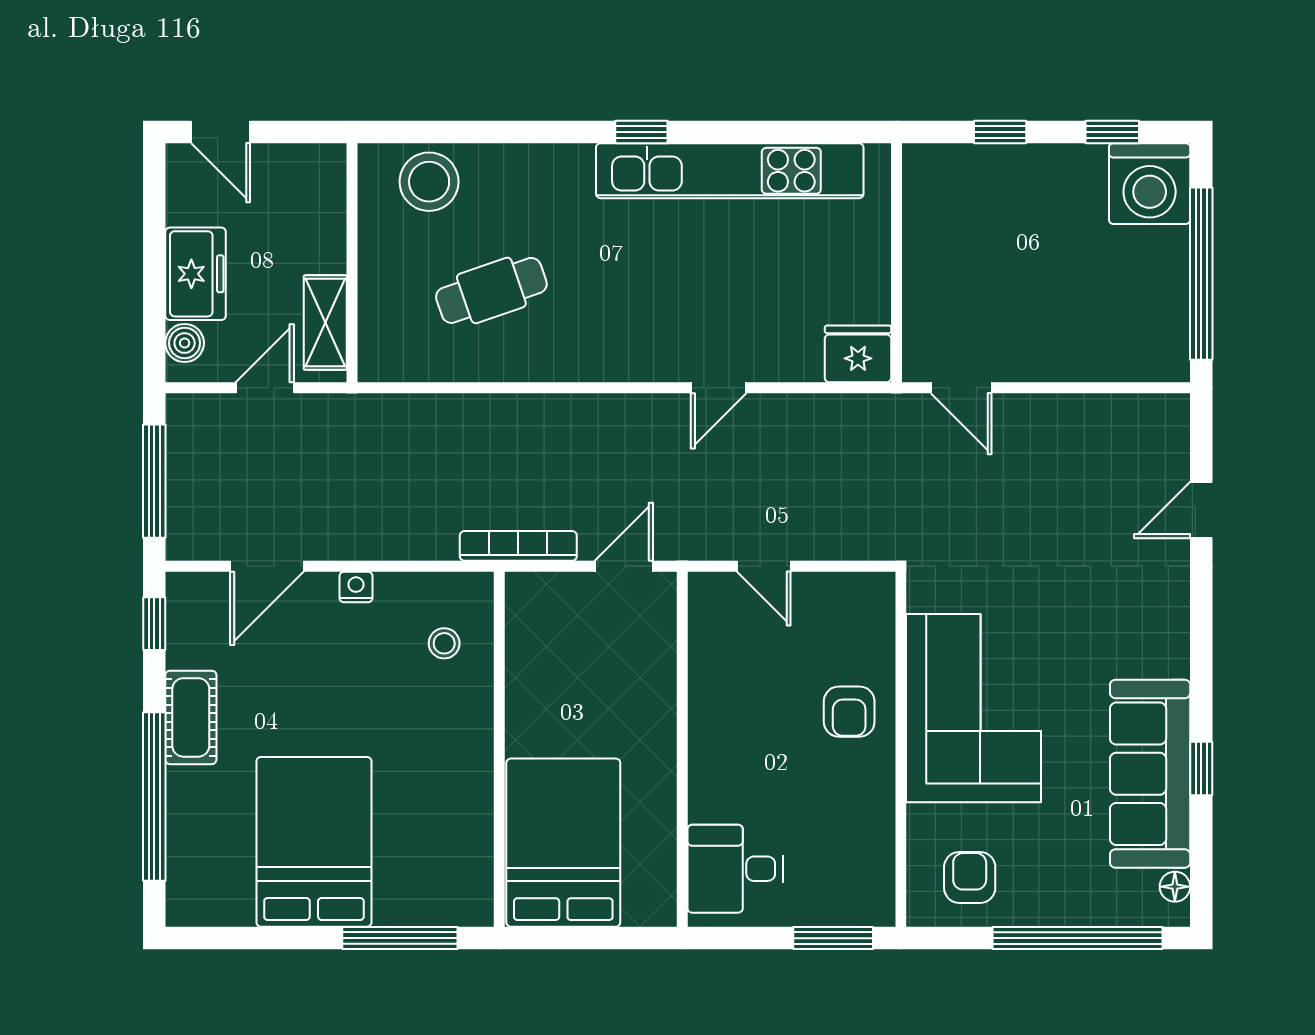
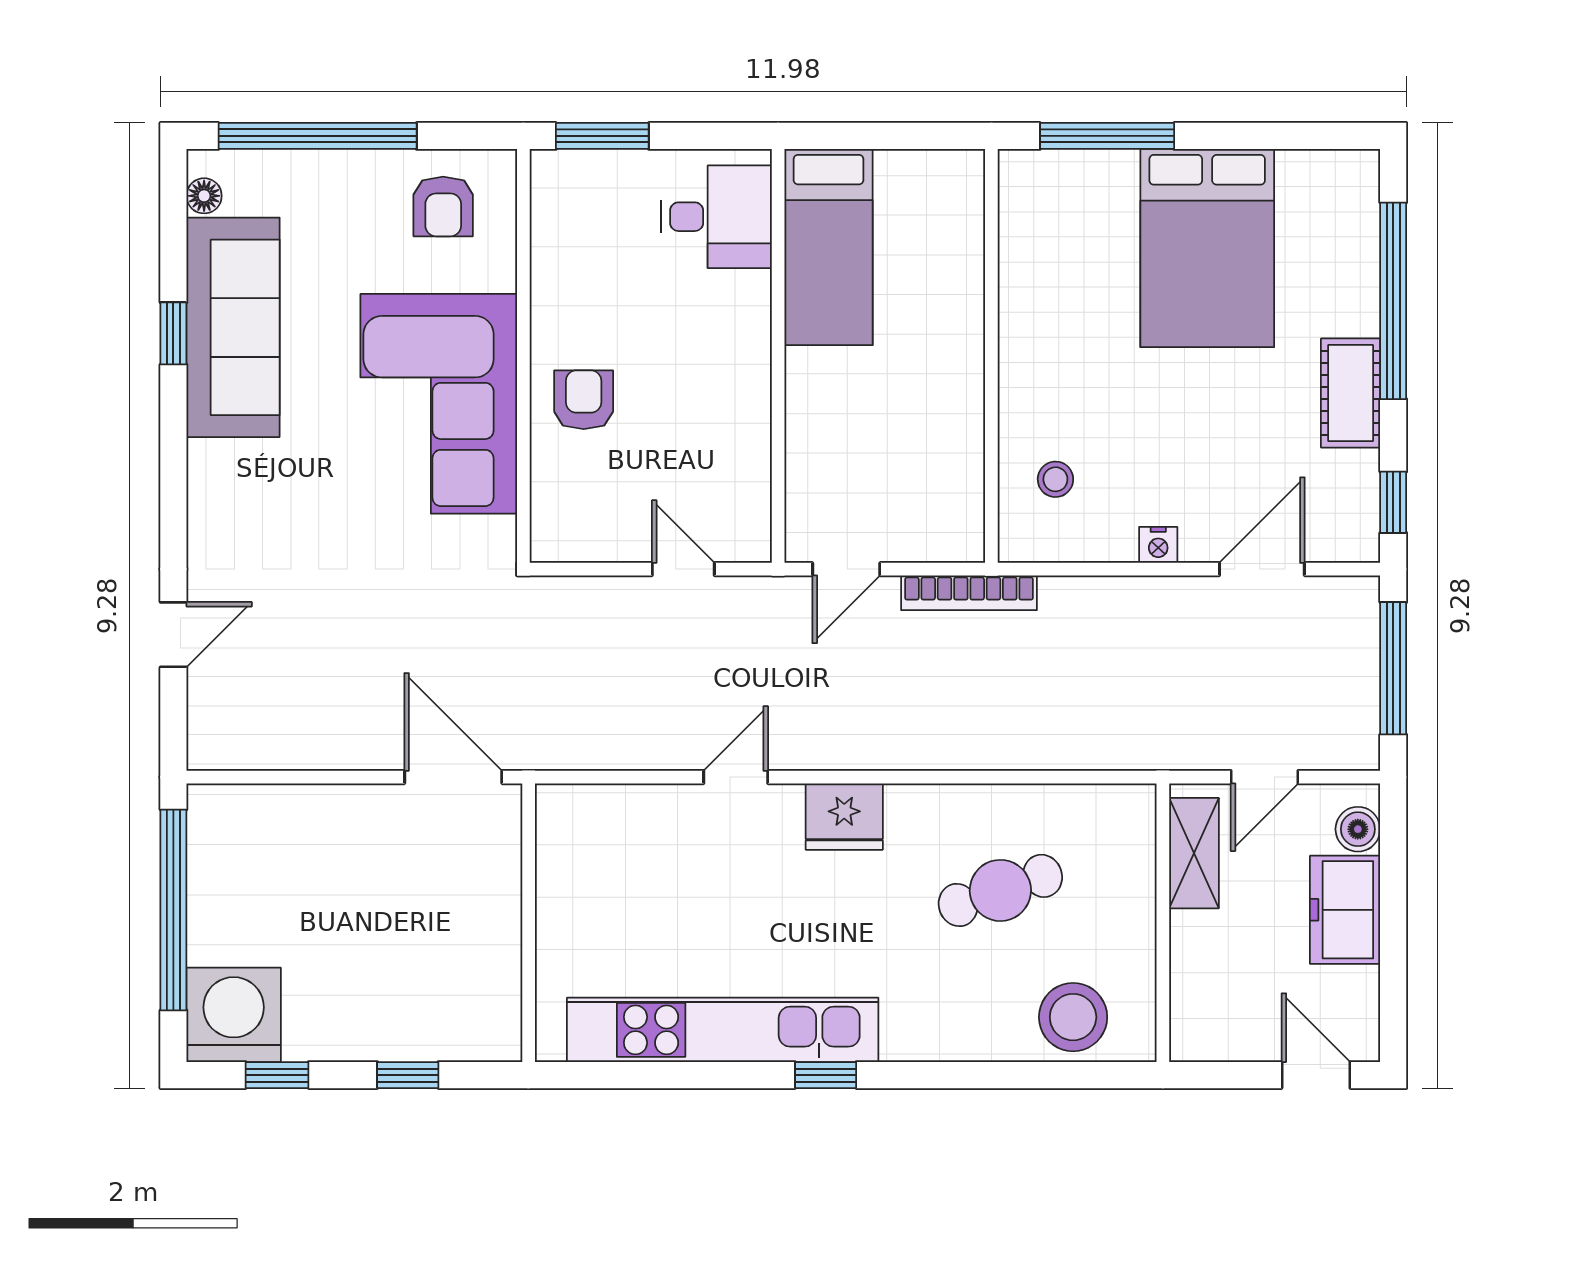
fridge: (858, 354) -> (844, 817), moved
door: (961, 388) -> (453, 777), width x1.38
bed: (563, 843) -> (829, 247), moved, width x0.67

